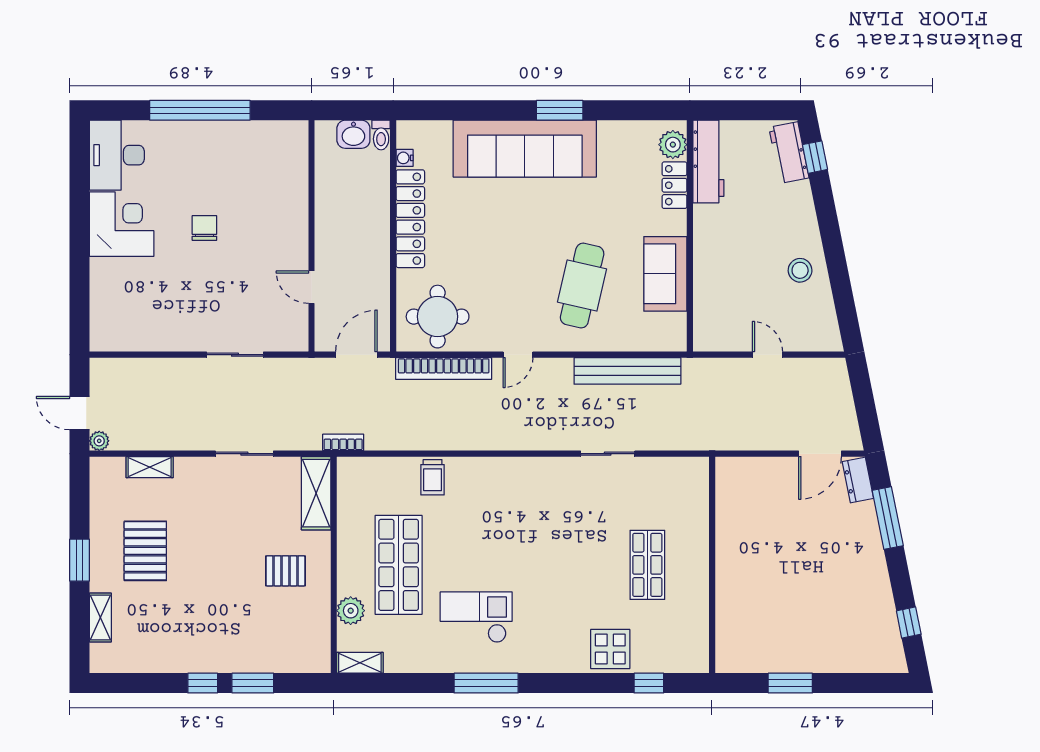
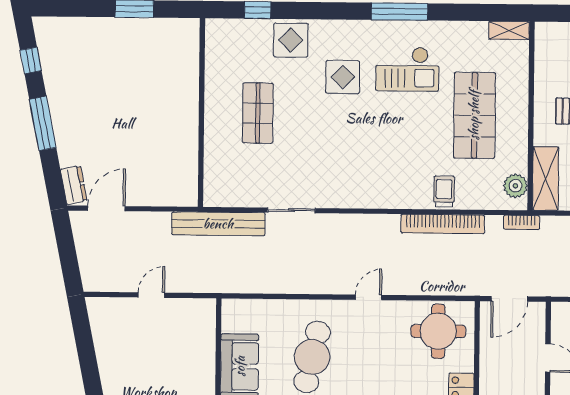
stool: (800, 270) -> (122, 368), removed
door: (767, 355) -> (151, 295), swing flipped
bookcase: (444, 369) -> (443, 224), moved, turned 180
bench: (627, 371) -> (218, 224), moved
window: (888, 518) -> (43, 123), moved
display table: (550, 607) -> (343, 77), added
plant: (351, 611) -> (515, 186), moved

